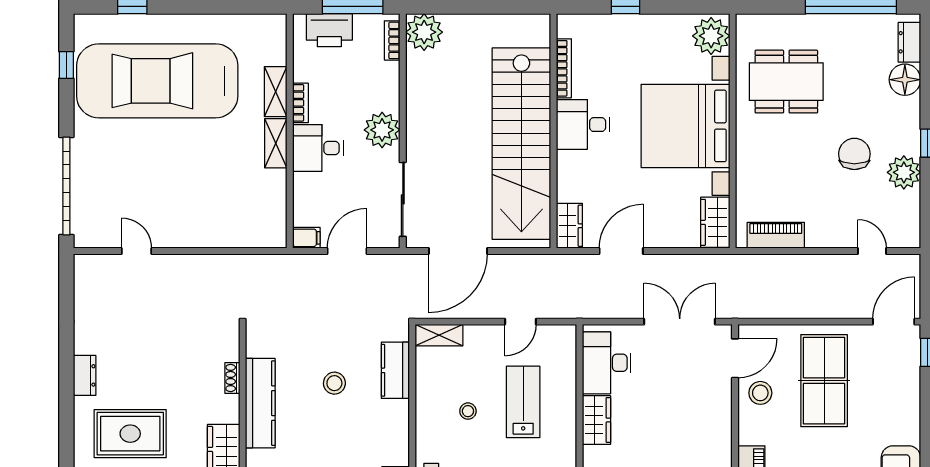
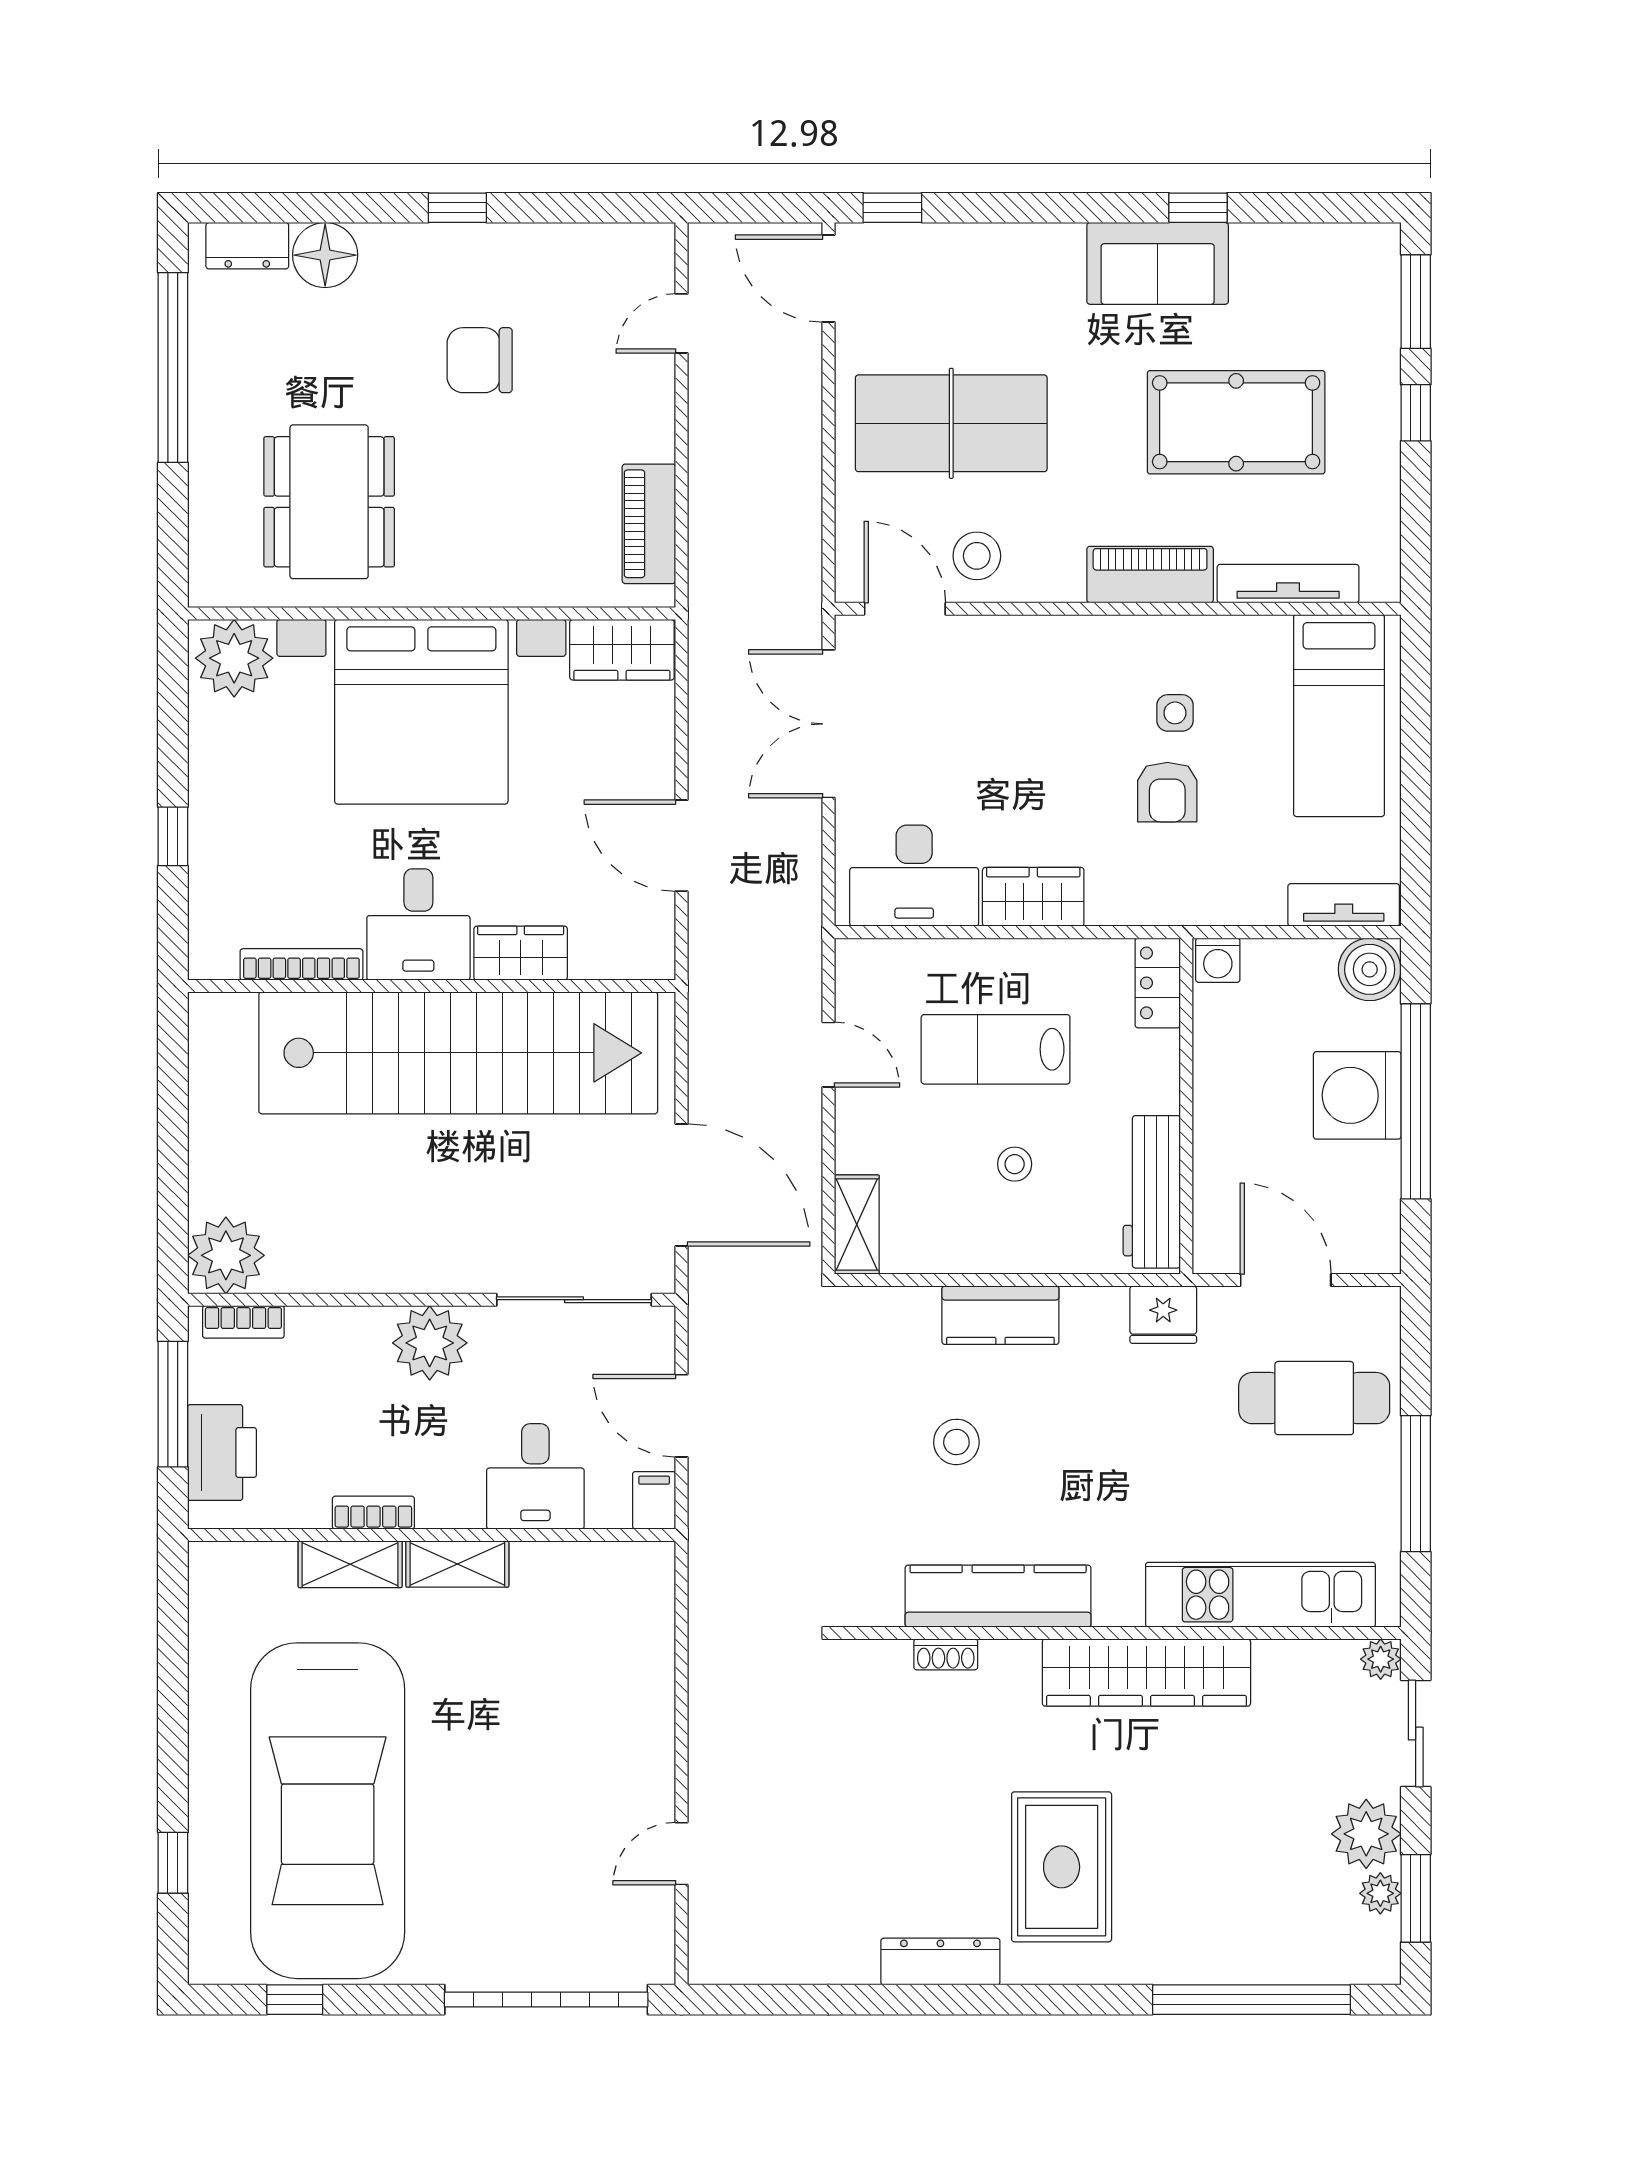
desk: (318, 148) -> (535, 1476), moved
plant: (904, 172) -> (518, 257), removed
wardrobe: (569, 226) -> (521, 953), moved
kitchen counter: (395, 370) -> (1000, 1315), moved
dresser: (85, 375) -> (940, 1962), width x1.44

